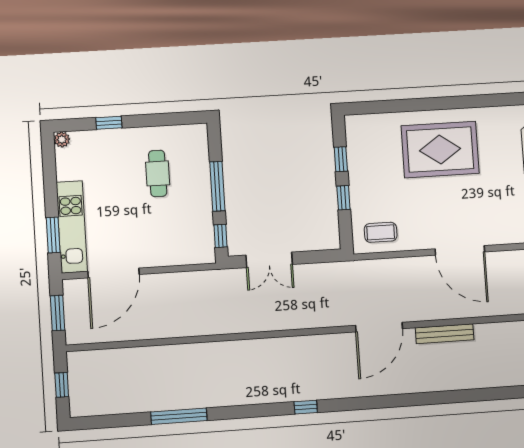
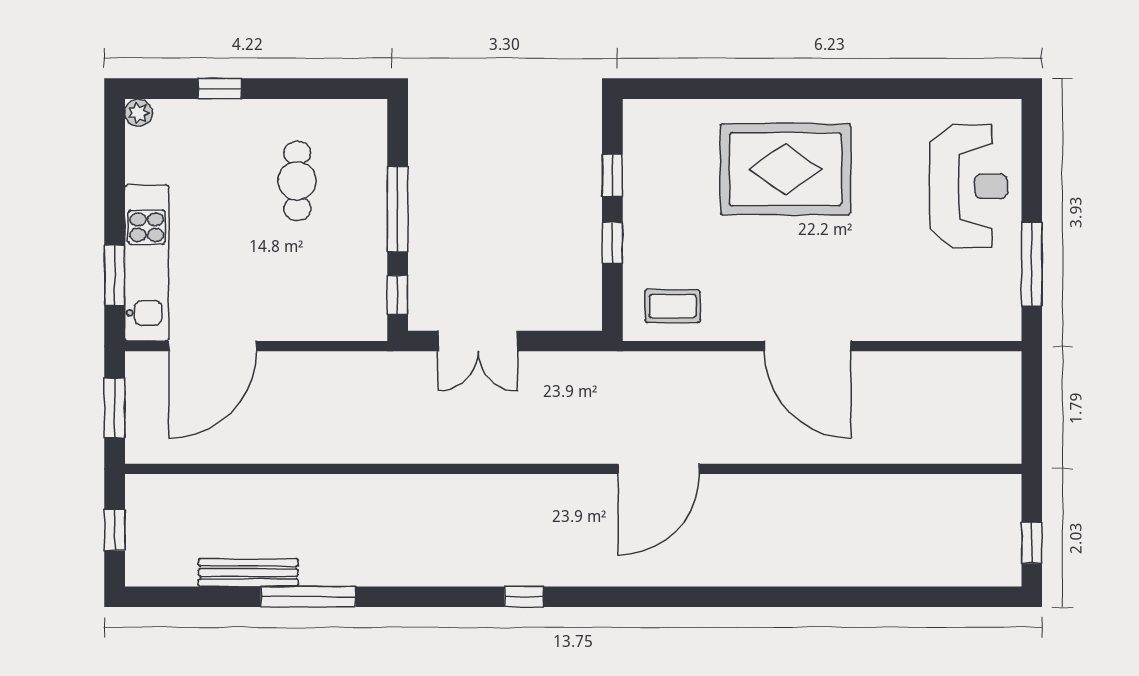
bench: (445, 334) -> (248, 573), moved

